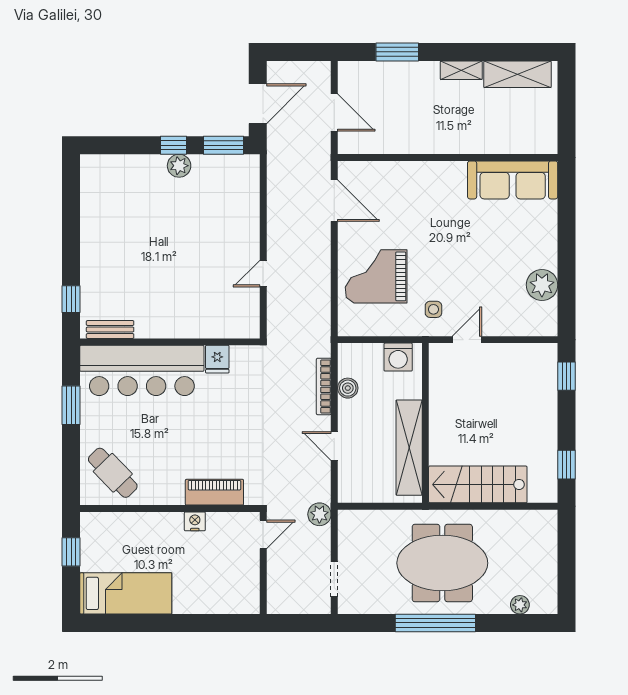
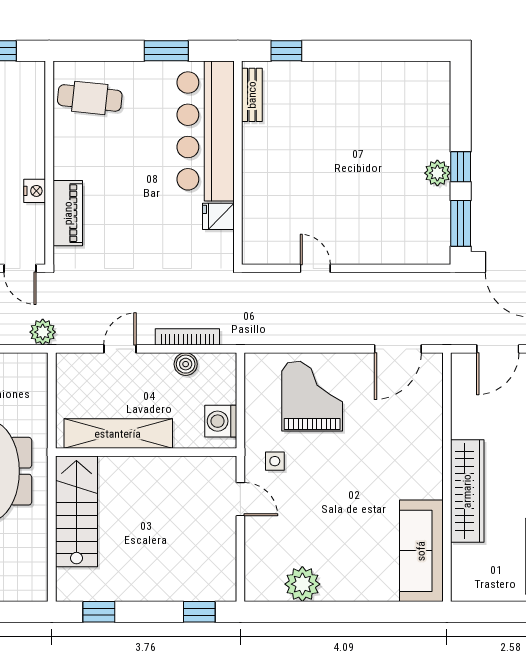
wardrobe: (460, 139) -> (467, 491), added
cafe table: (113, 473) -> (90, 98), turned 50

